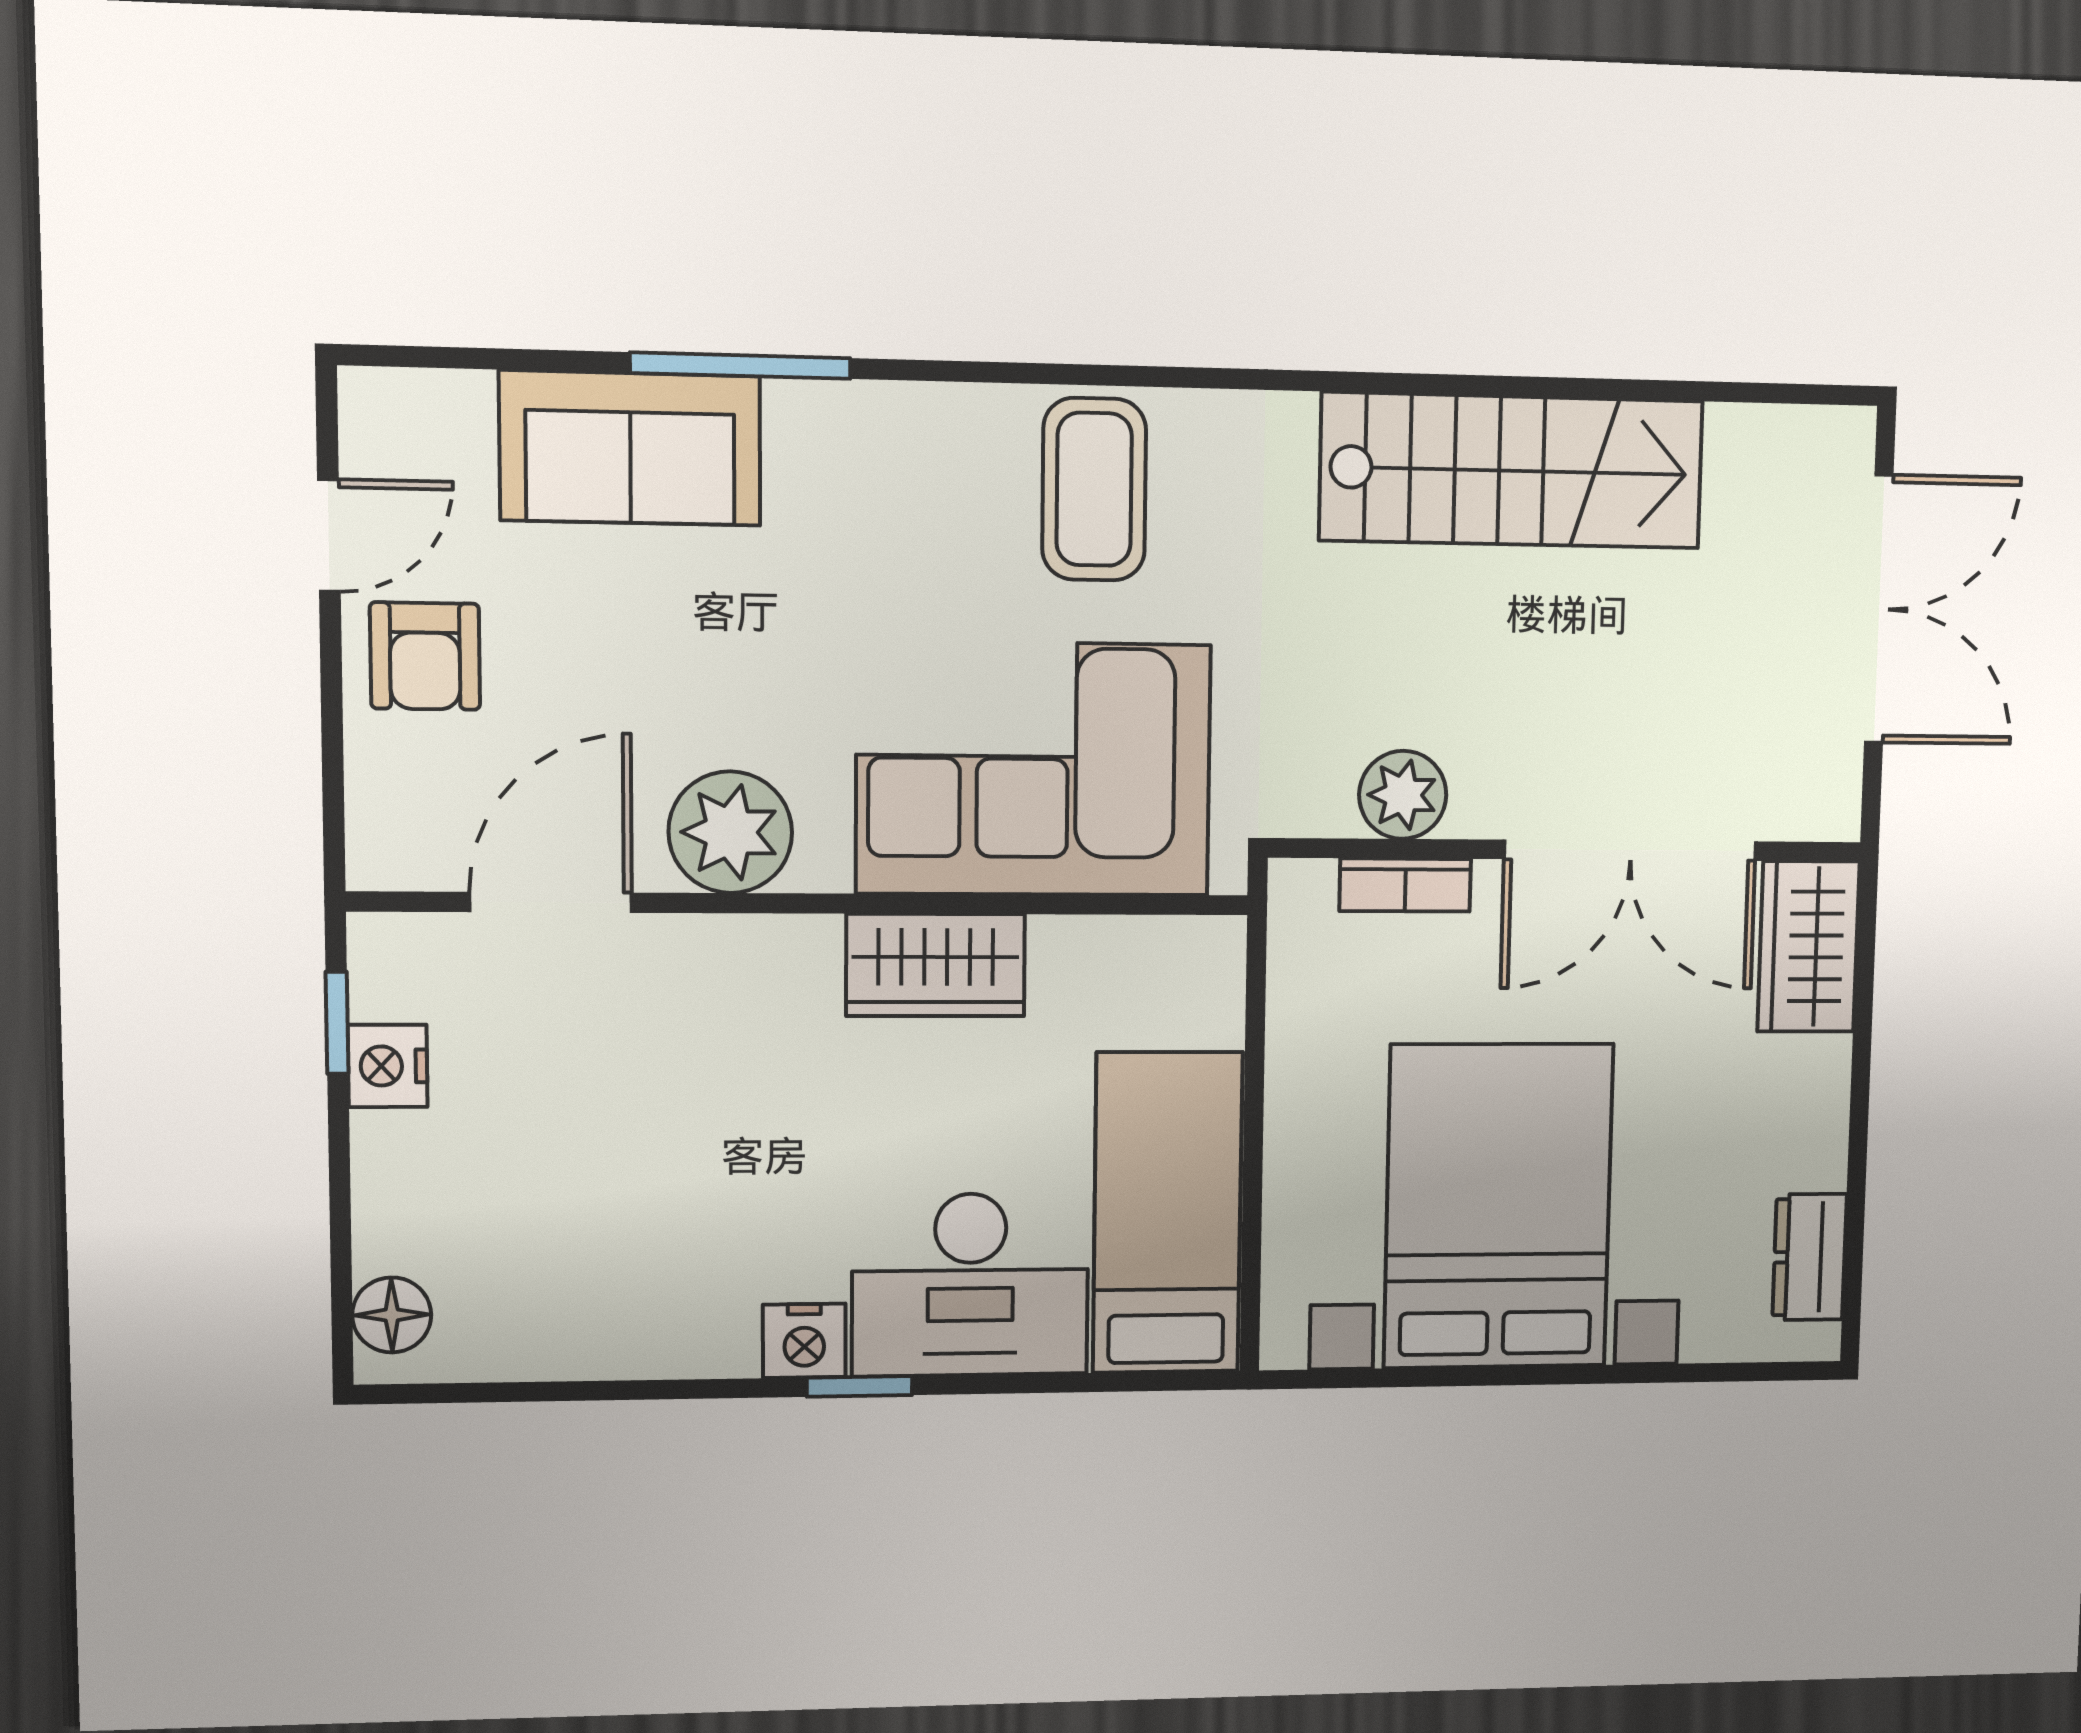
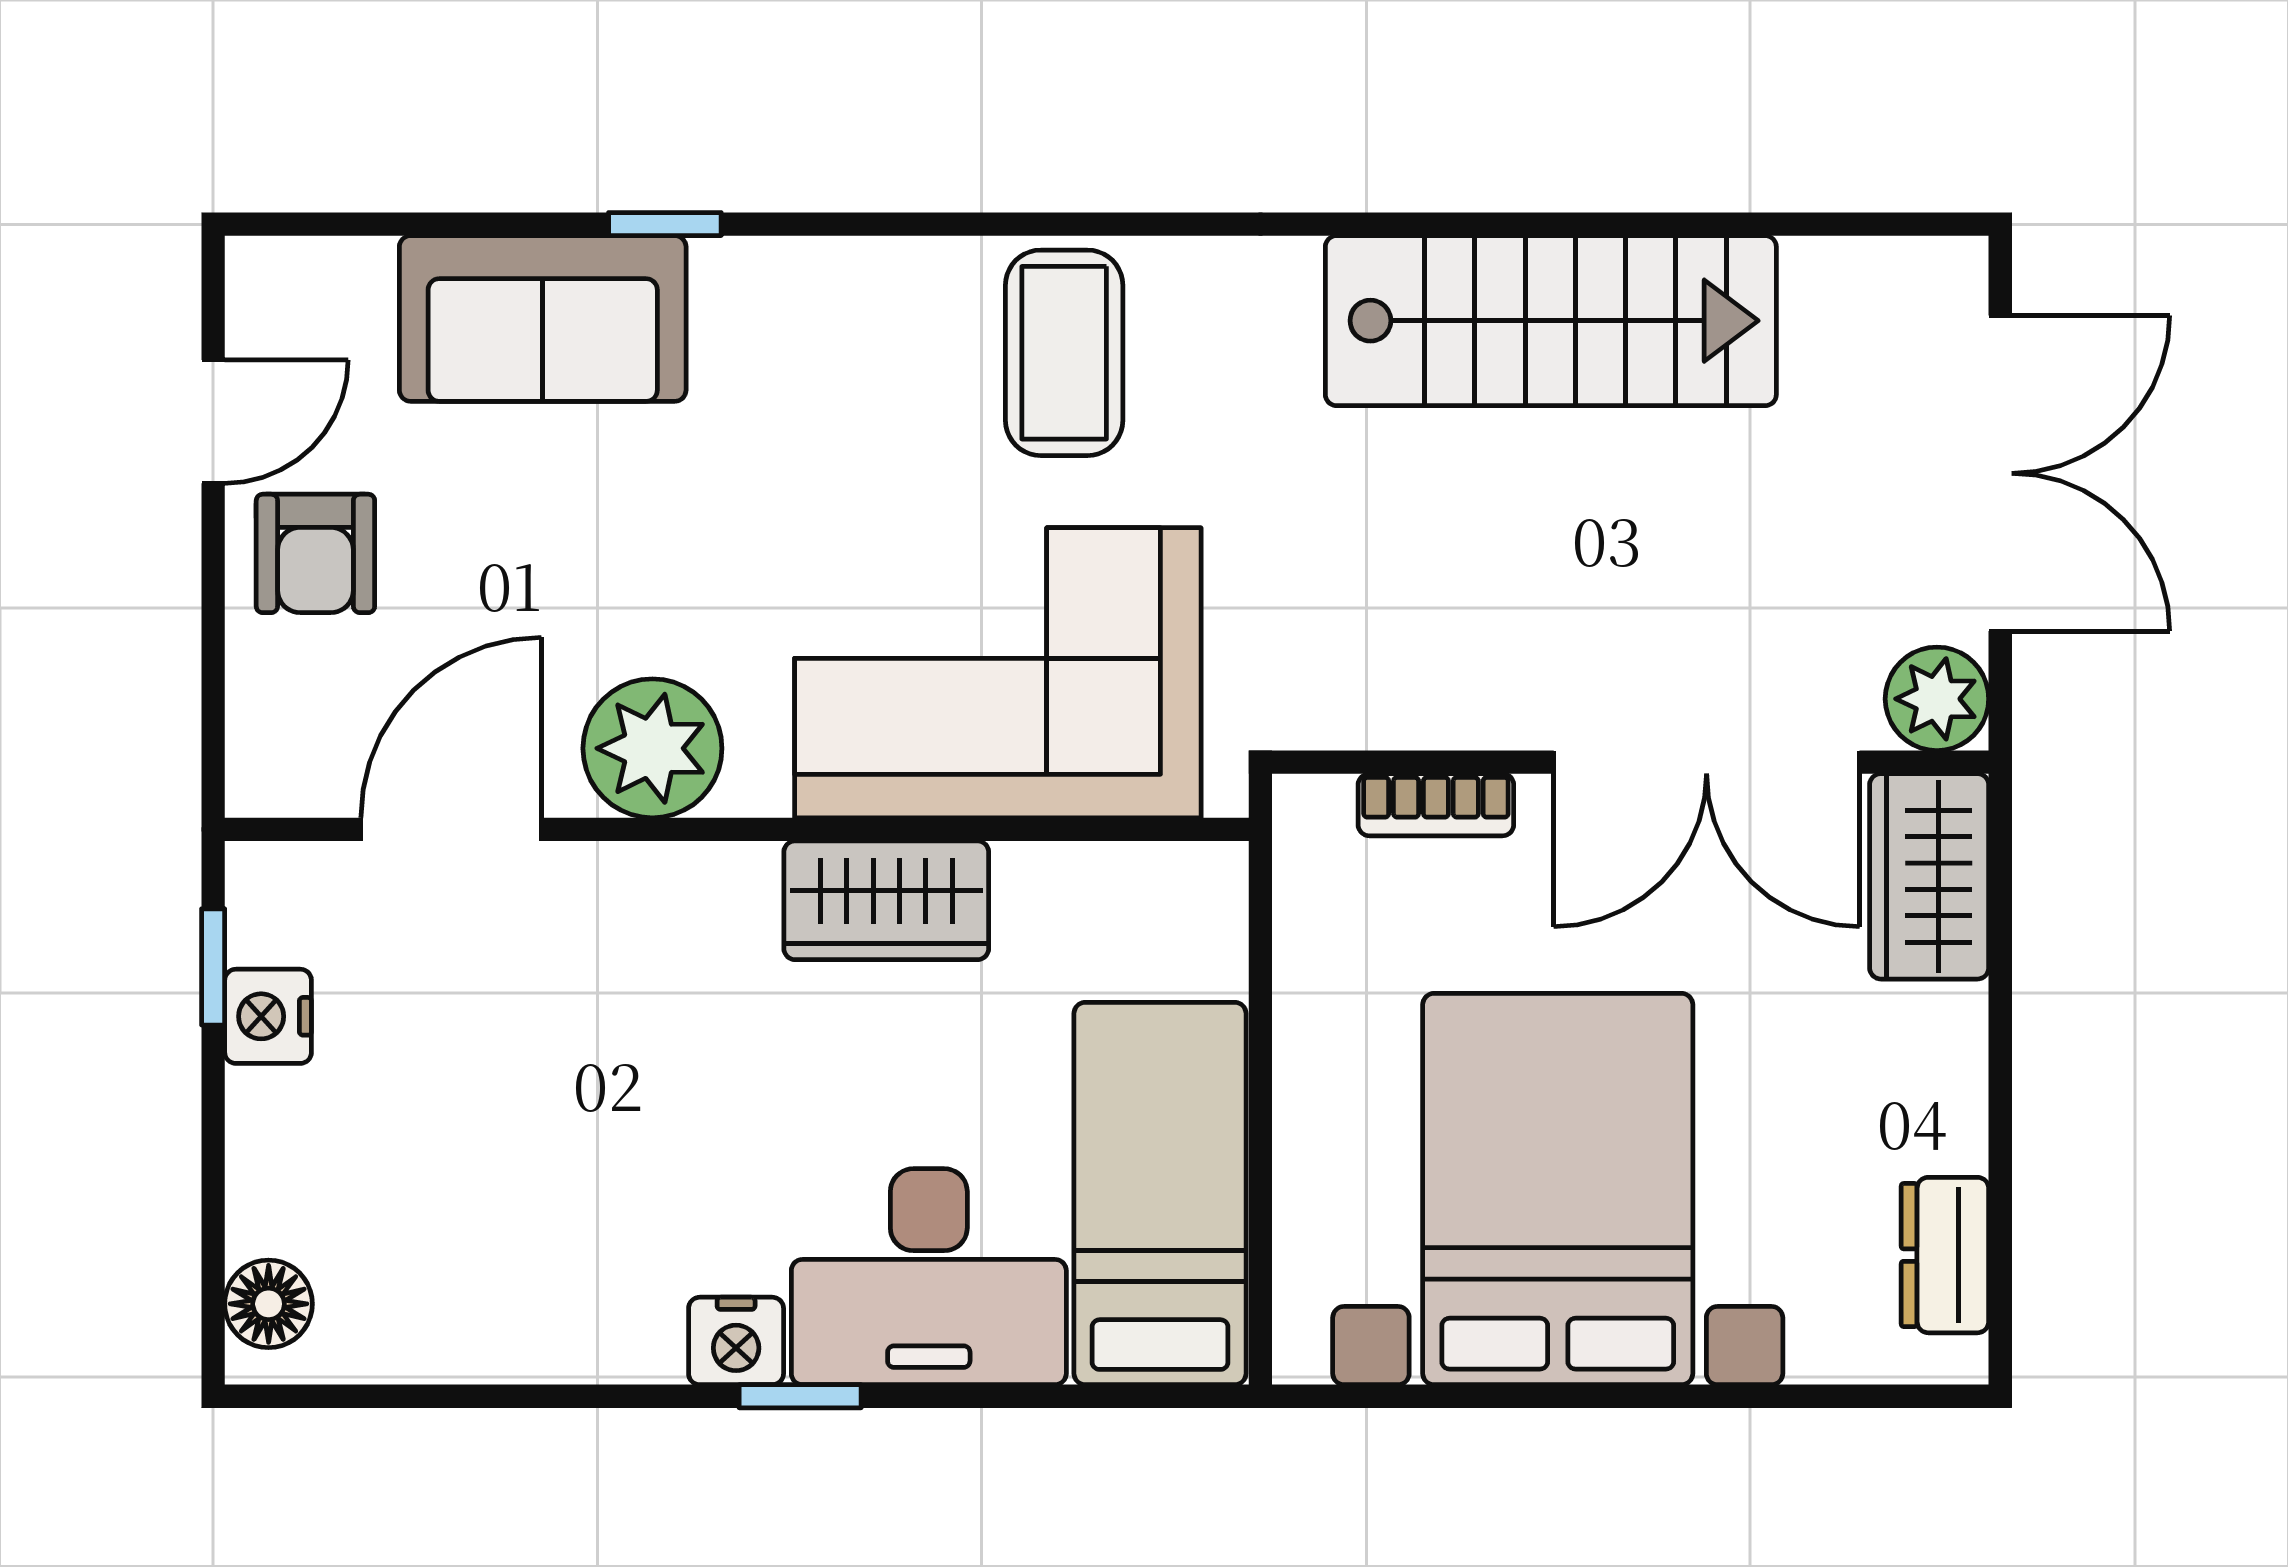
window: (741, 365) -> (665, 224), width x0.46
plant: (1403, 795) -> (1937, 699), moved

